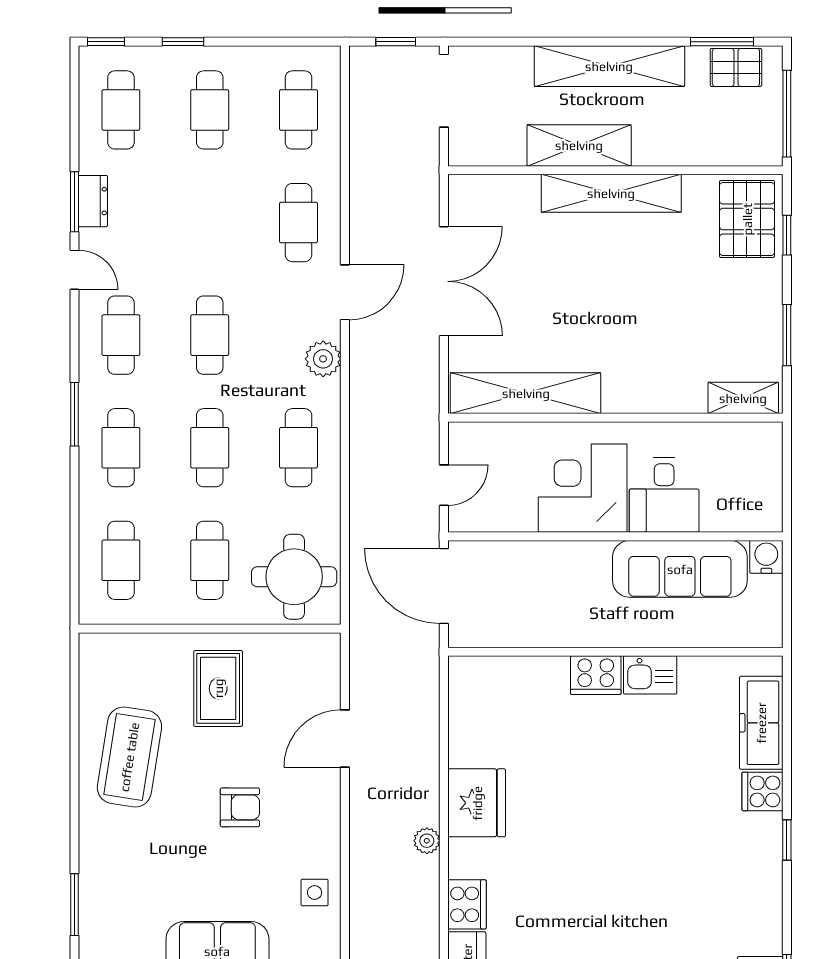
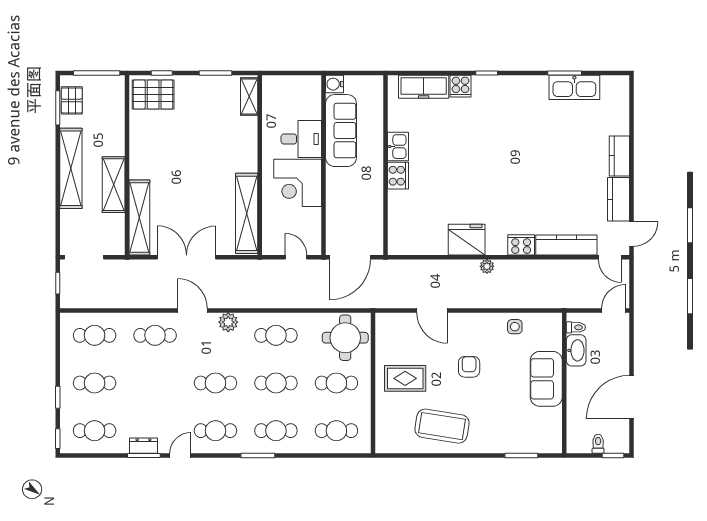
shelving: (611, 193) -> (139, 218), moved

